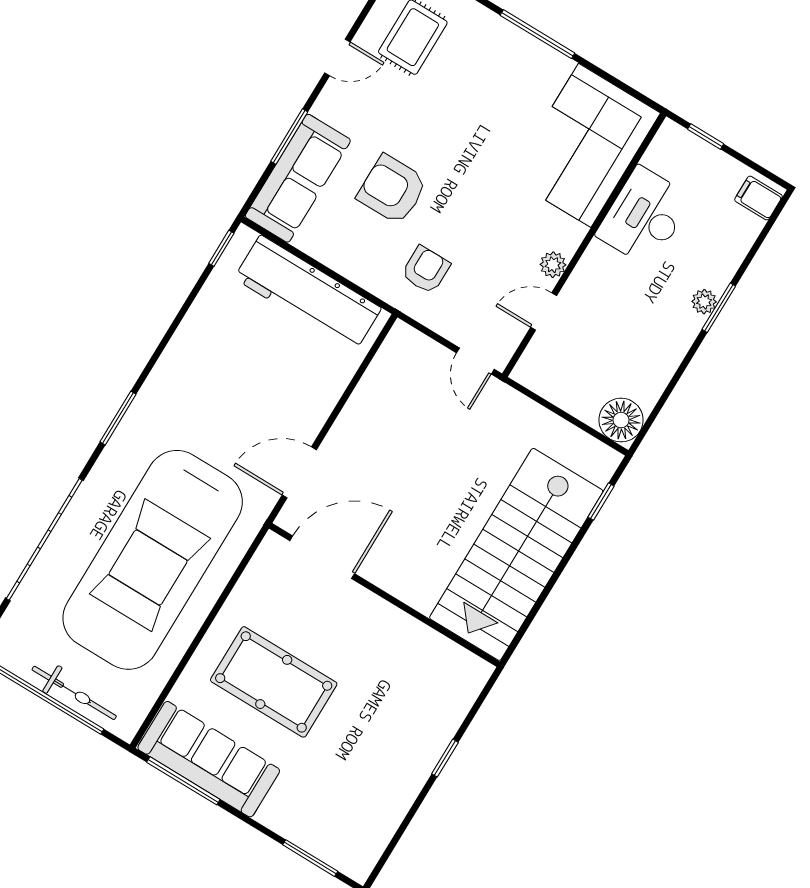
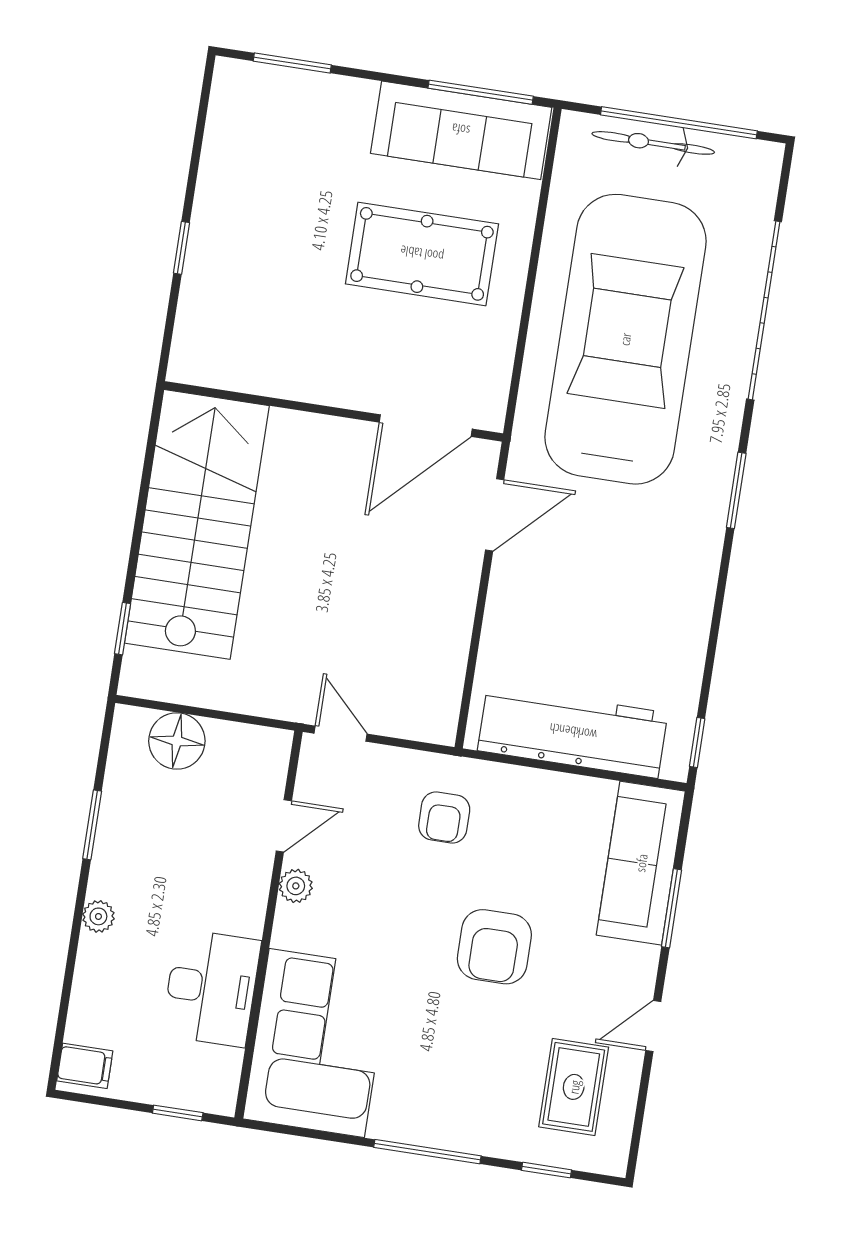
armchair: (392, 189) -> (494, 947), moved, turned 90
window: (719, 308) -> (92, 825), moved
floor lamp: (621, 420) -> (177, 741), moved

